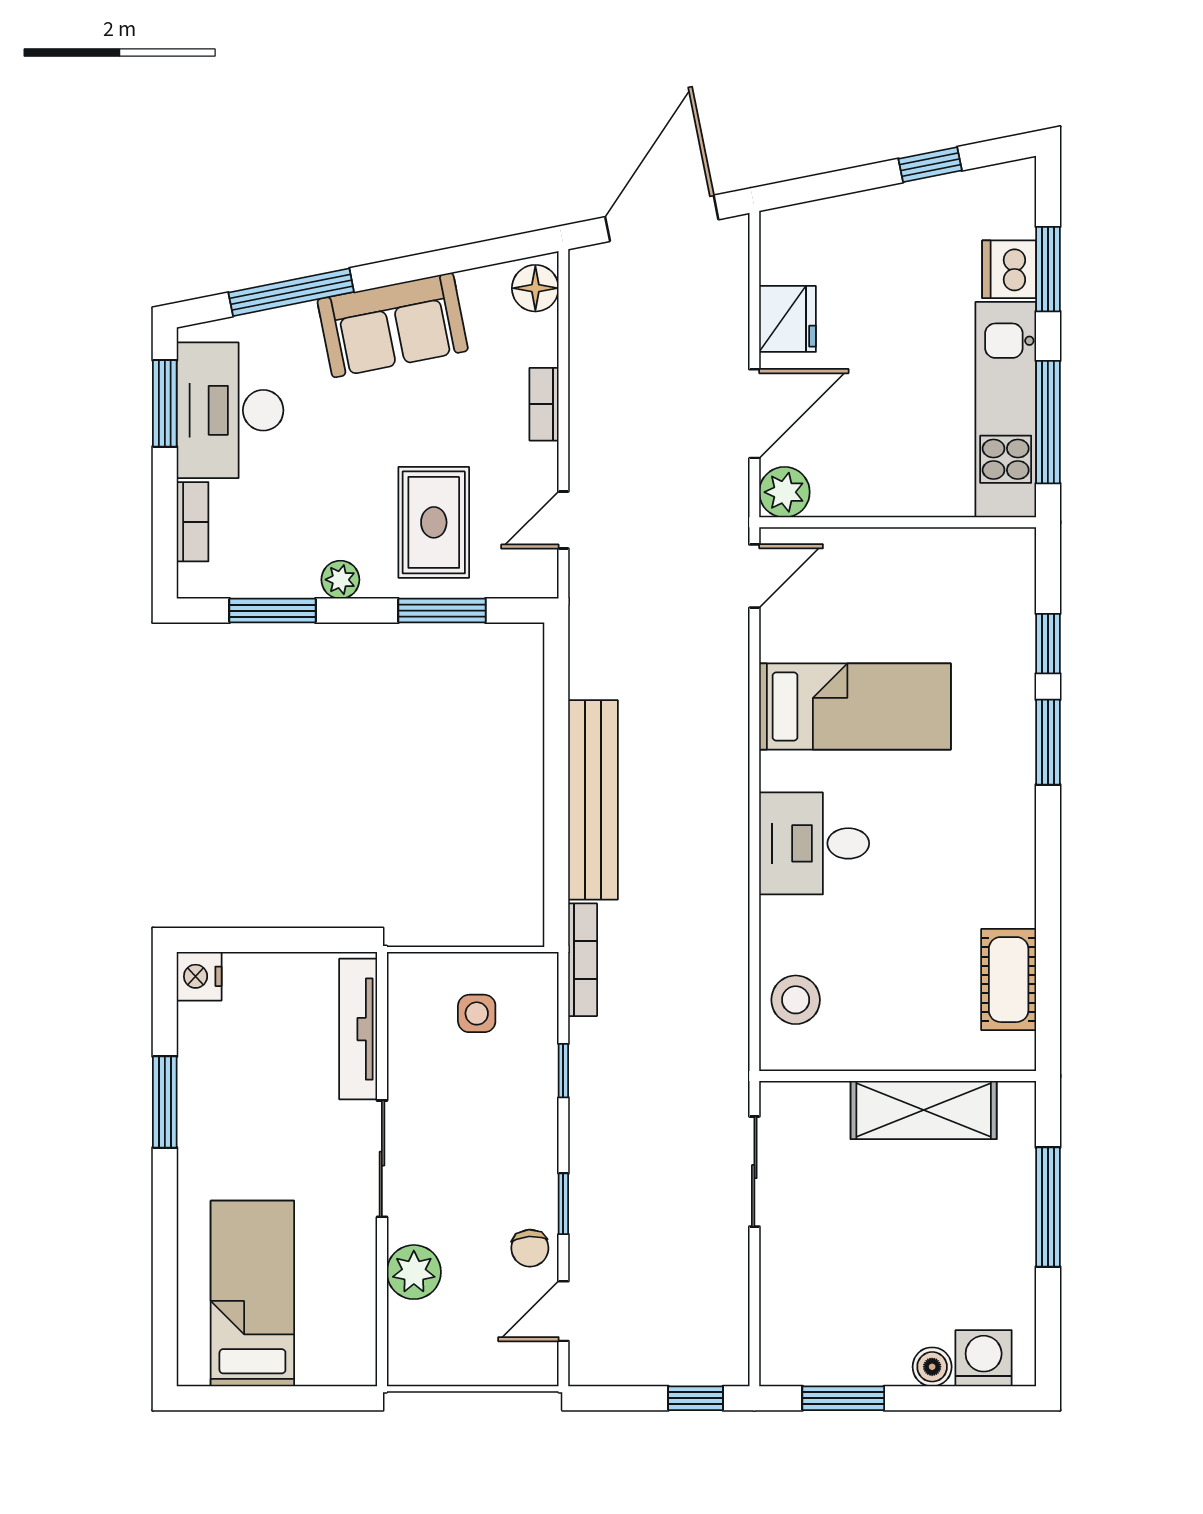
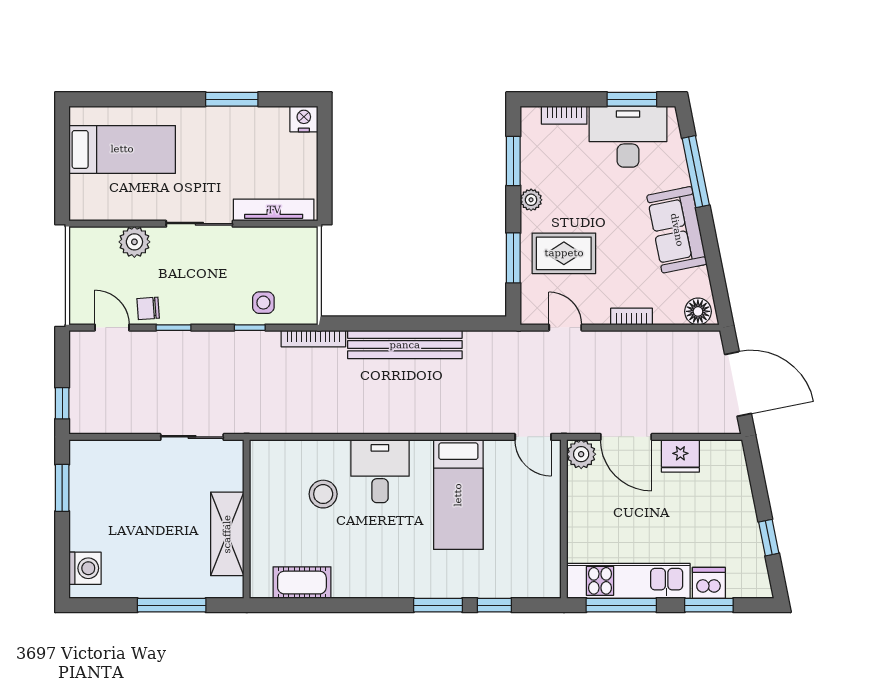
stool: (796, 1000) -> (323, 494), moved
side table: (477, 1013) -> (263, 303), moved
boiler: (932, 1367) -> (80, 539), removed

